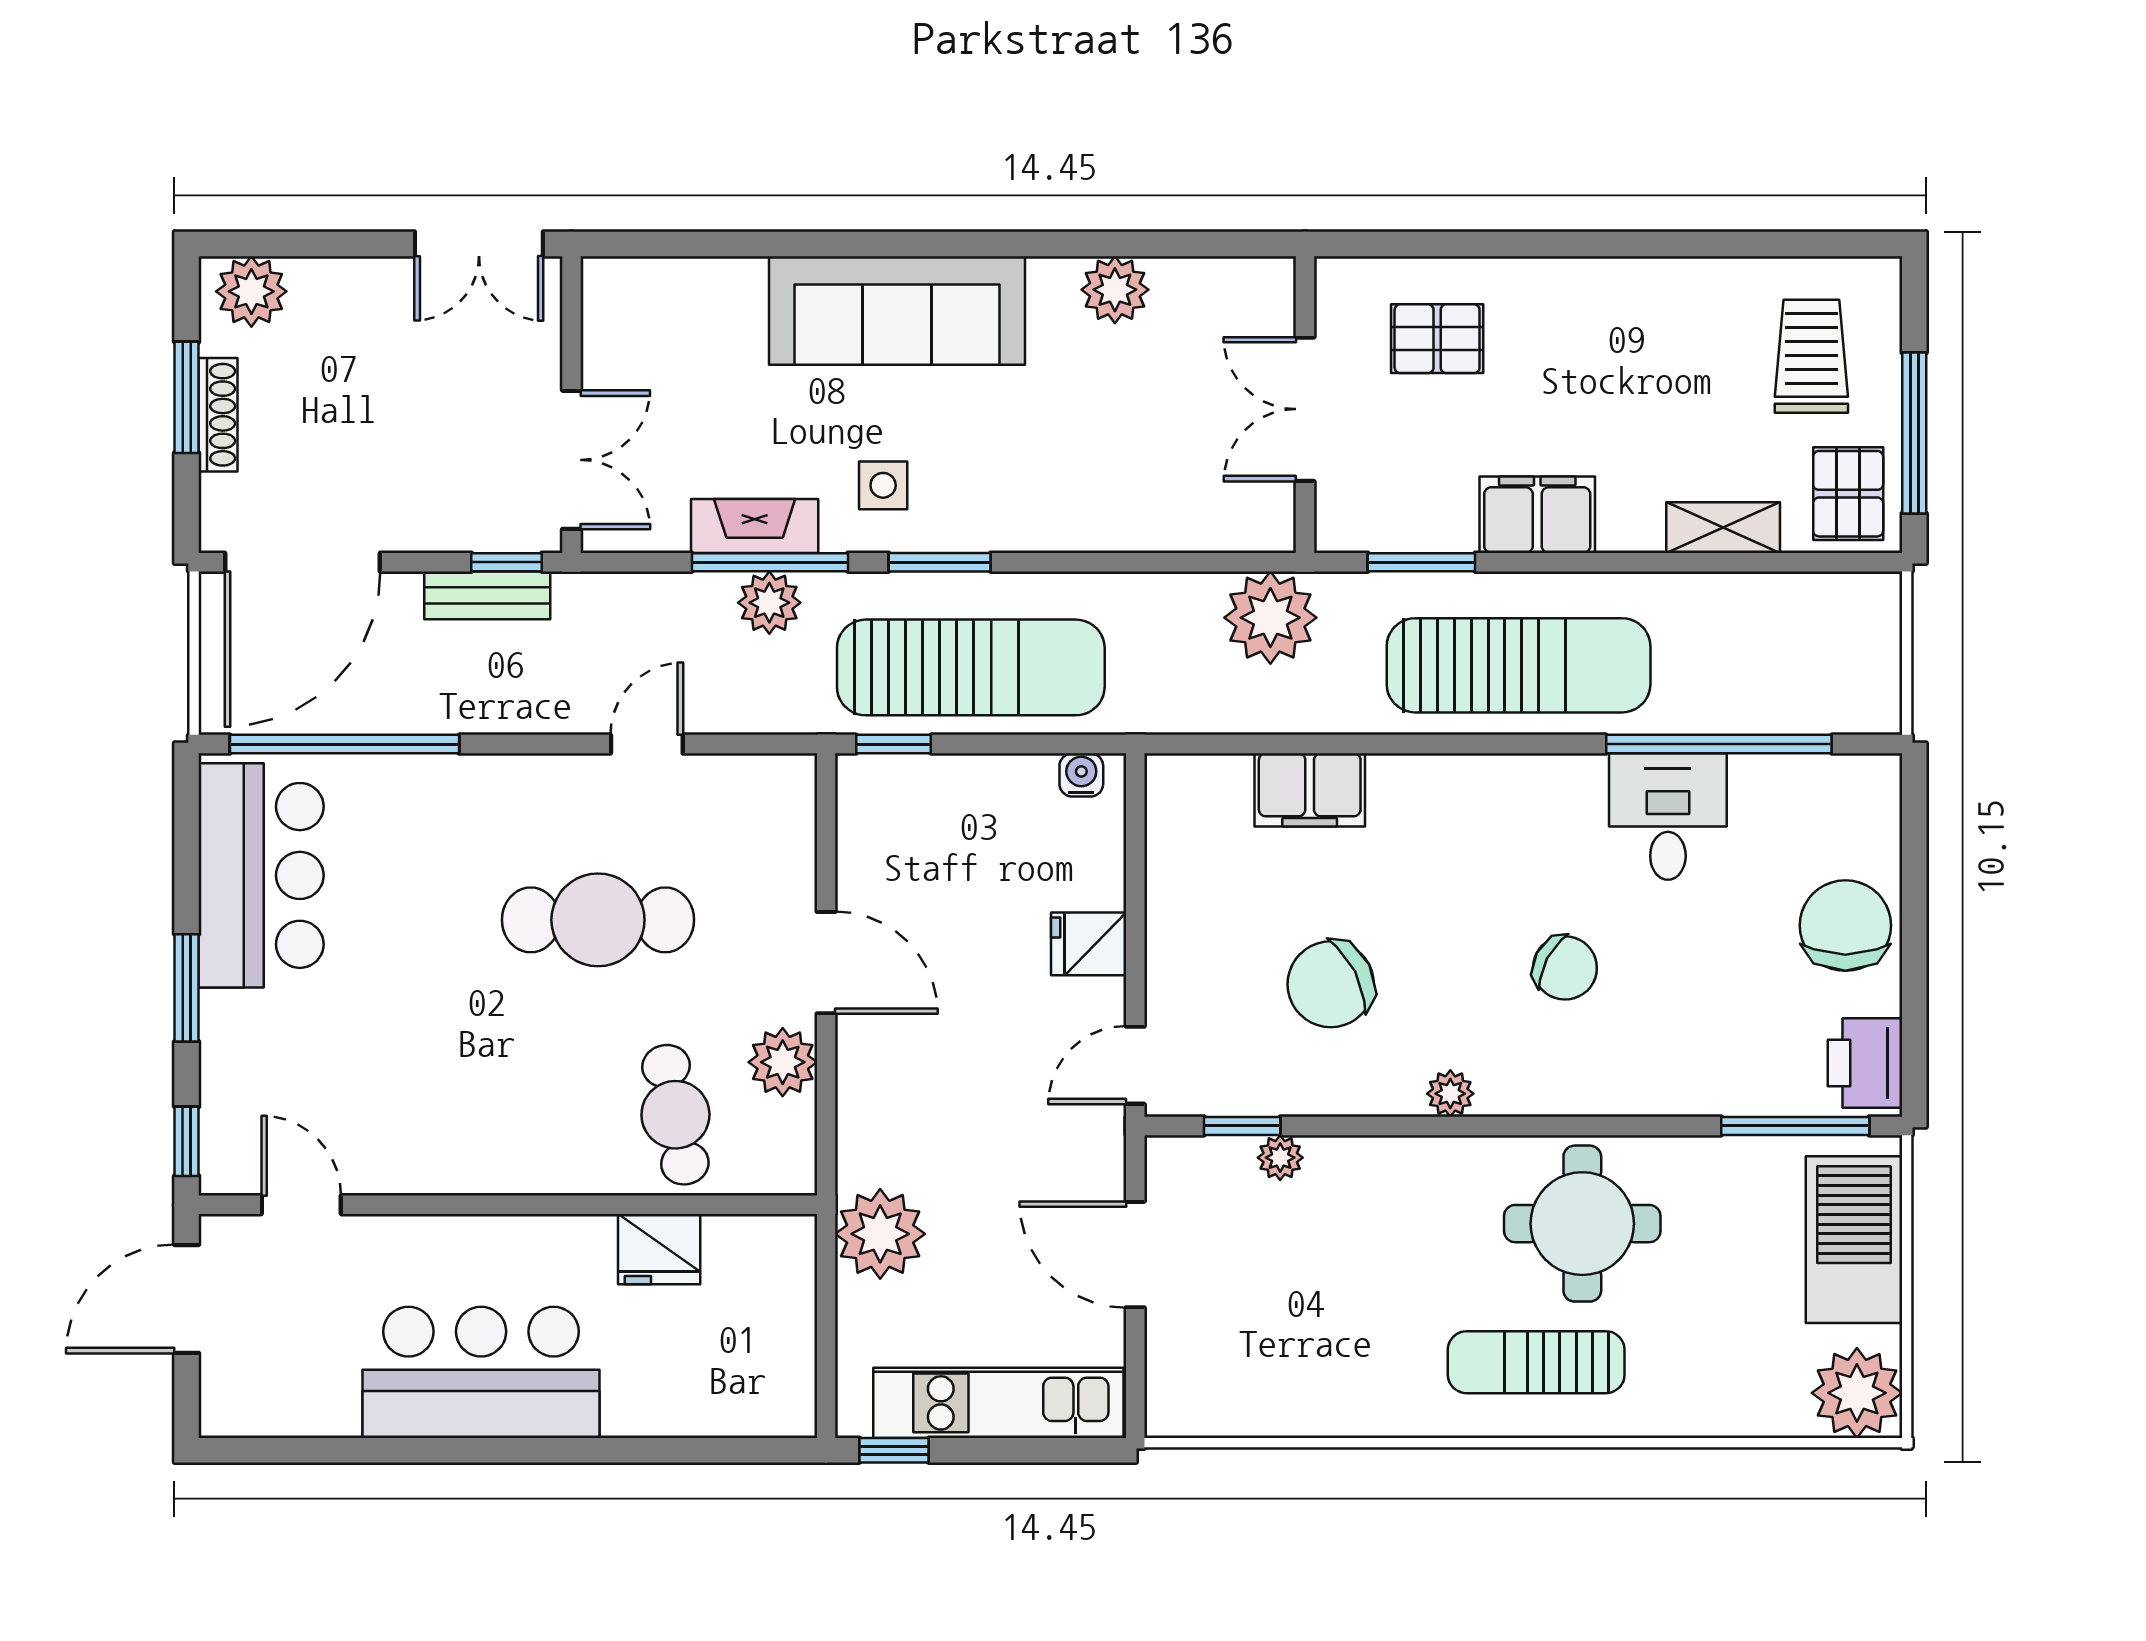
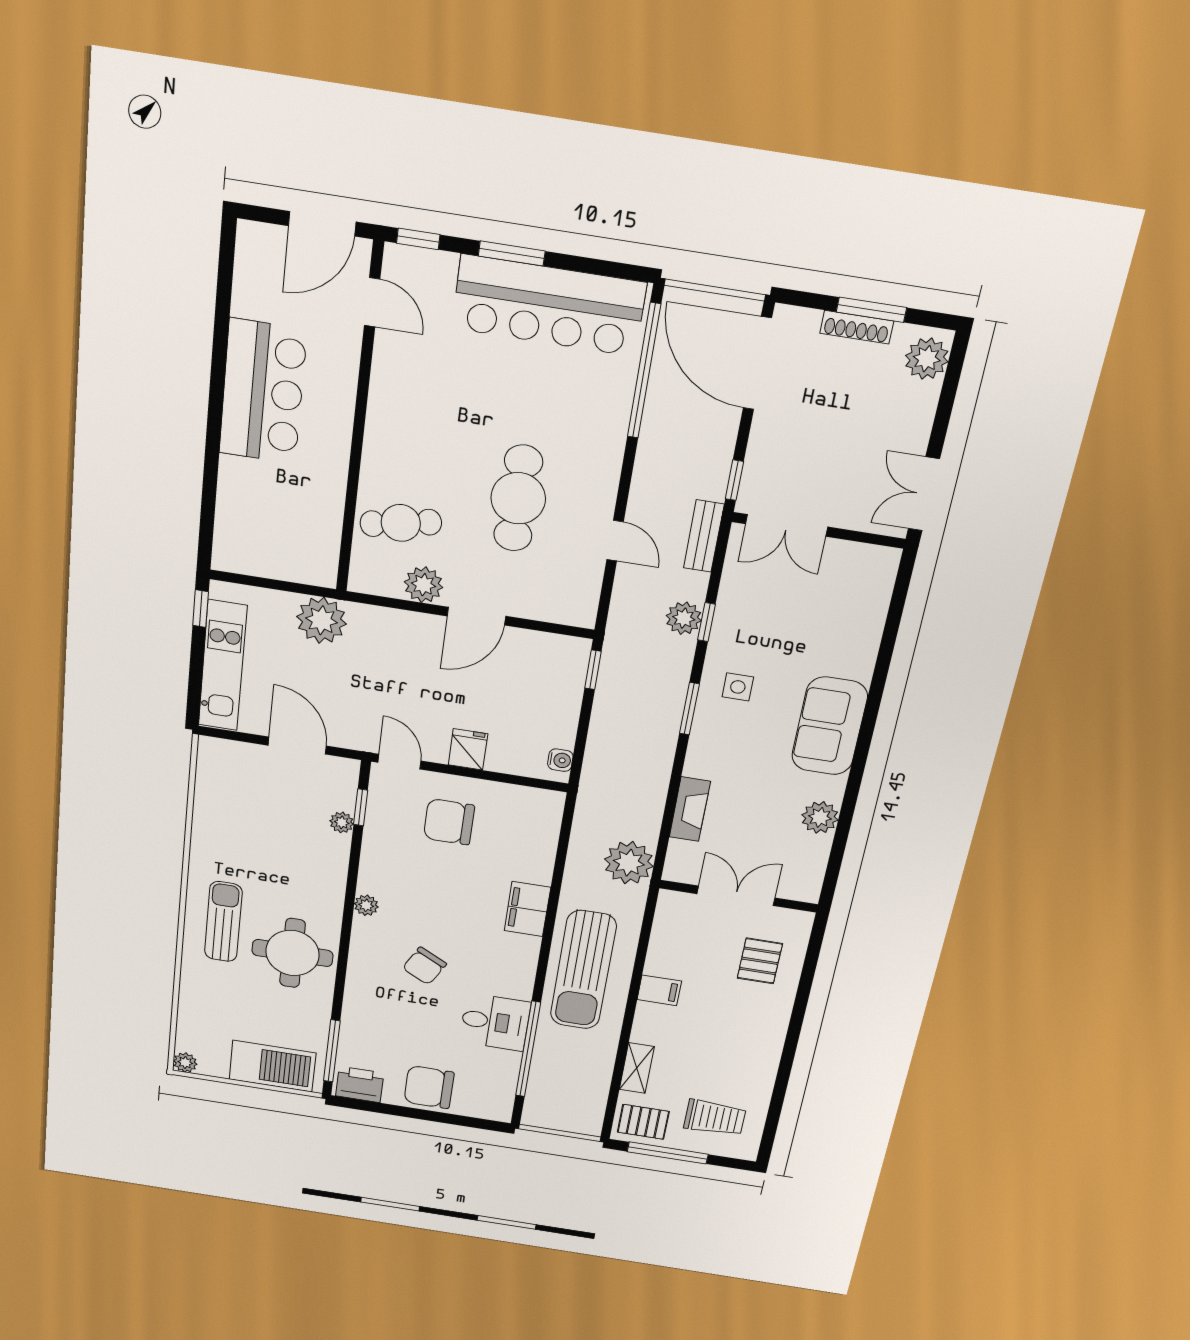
sofa: (897, 310) -> (830, 726), width x0.73
filing cabinet: (1537, 515) -> (659, 990), width x0.50
fireplace: (755, 526) -> (690, 809), moved
window: (770, 562) -> (706, 622), width x0.46
window: (1421, 562) -> (645, 936), removed
bench: (487, 595) -> (704, 536), moved
sun lounger: (971, 667) -> (629, 715), removed
filing cabinet: (1310, 790) -> (527, 909), moved
bar counter: (261, 875) -> (549, 305), width x1.36
chair: (1845, 926) -> (429, 1087), turned 180
chair: (1331, 984) -> (449, 822), moved, turned -63
door: (301, 1205) -> (372, 302), hinge flipped
fridge: (659, 1249) -> (325, 502), removed
door: (1135, 1255) -> (297, 746), hinge flipped
door: (187, 1299) -> (322, 224), swing flipped
plant: (1857, 1393) -> (185, 1063), width x0.53, depth x0.53

